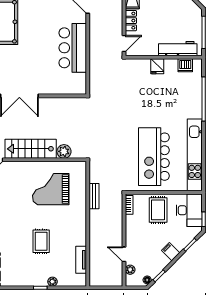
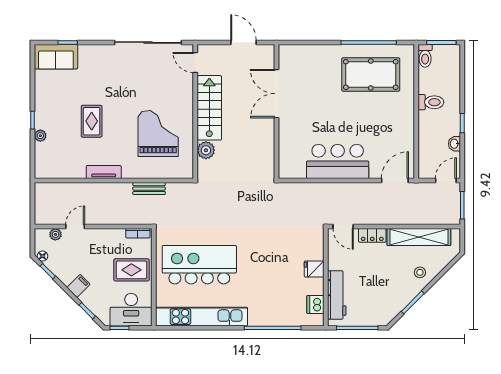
rug: (41, 241) -> (92, 121), turned 90
tv unit: (81, 260) -> (104, 172), moved

